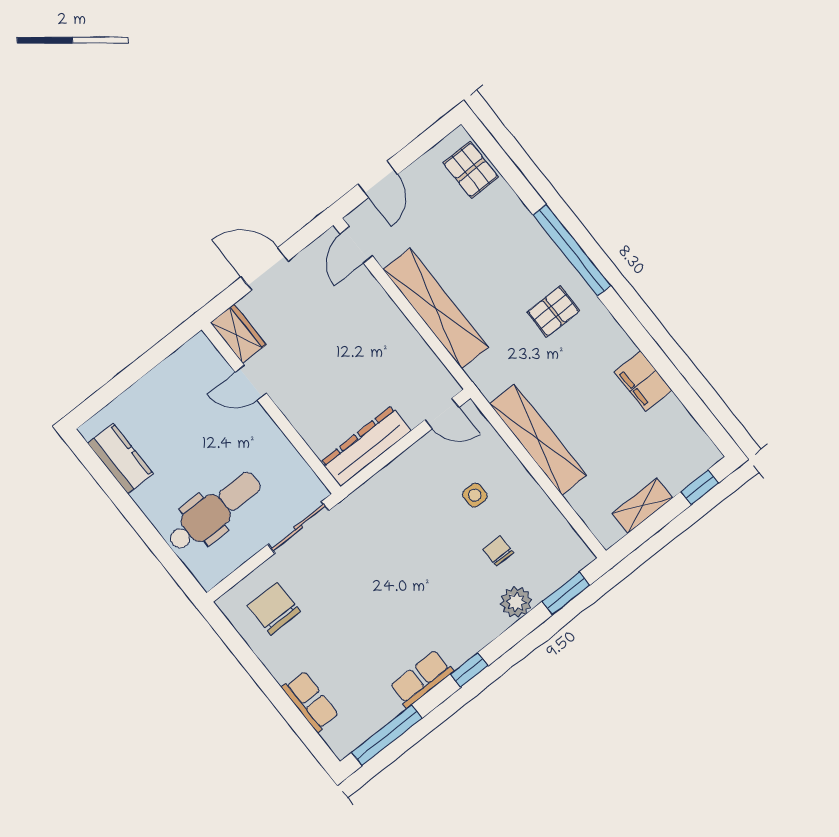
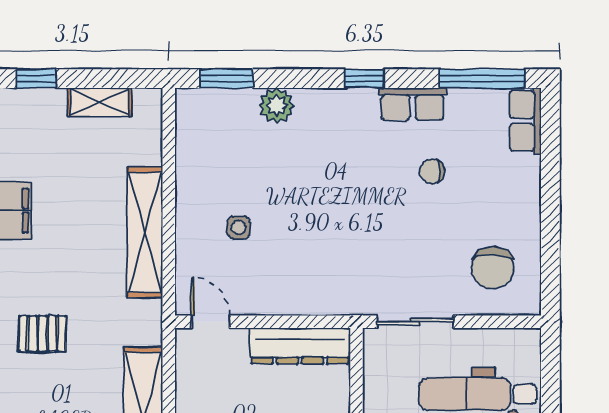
chair: (498, 551) -> (432, 171), moved, turned 90
row of seats: (310, 701) -> (525, 121), moved

